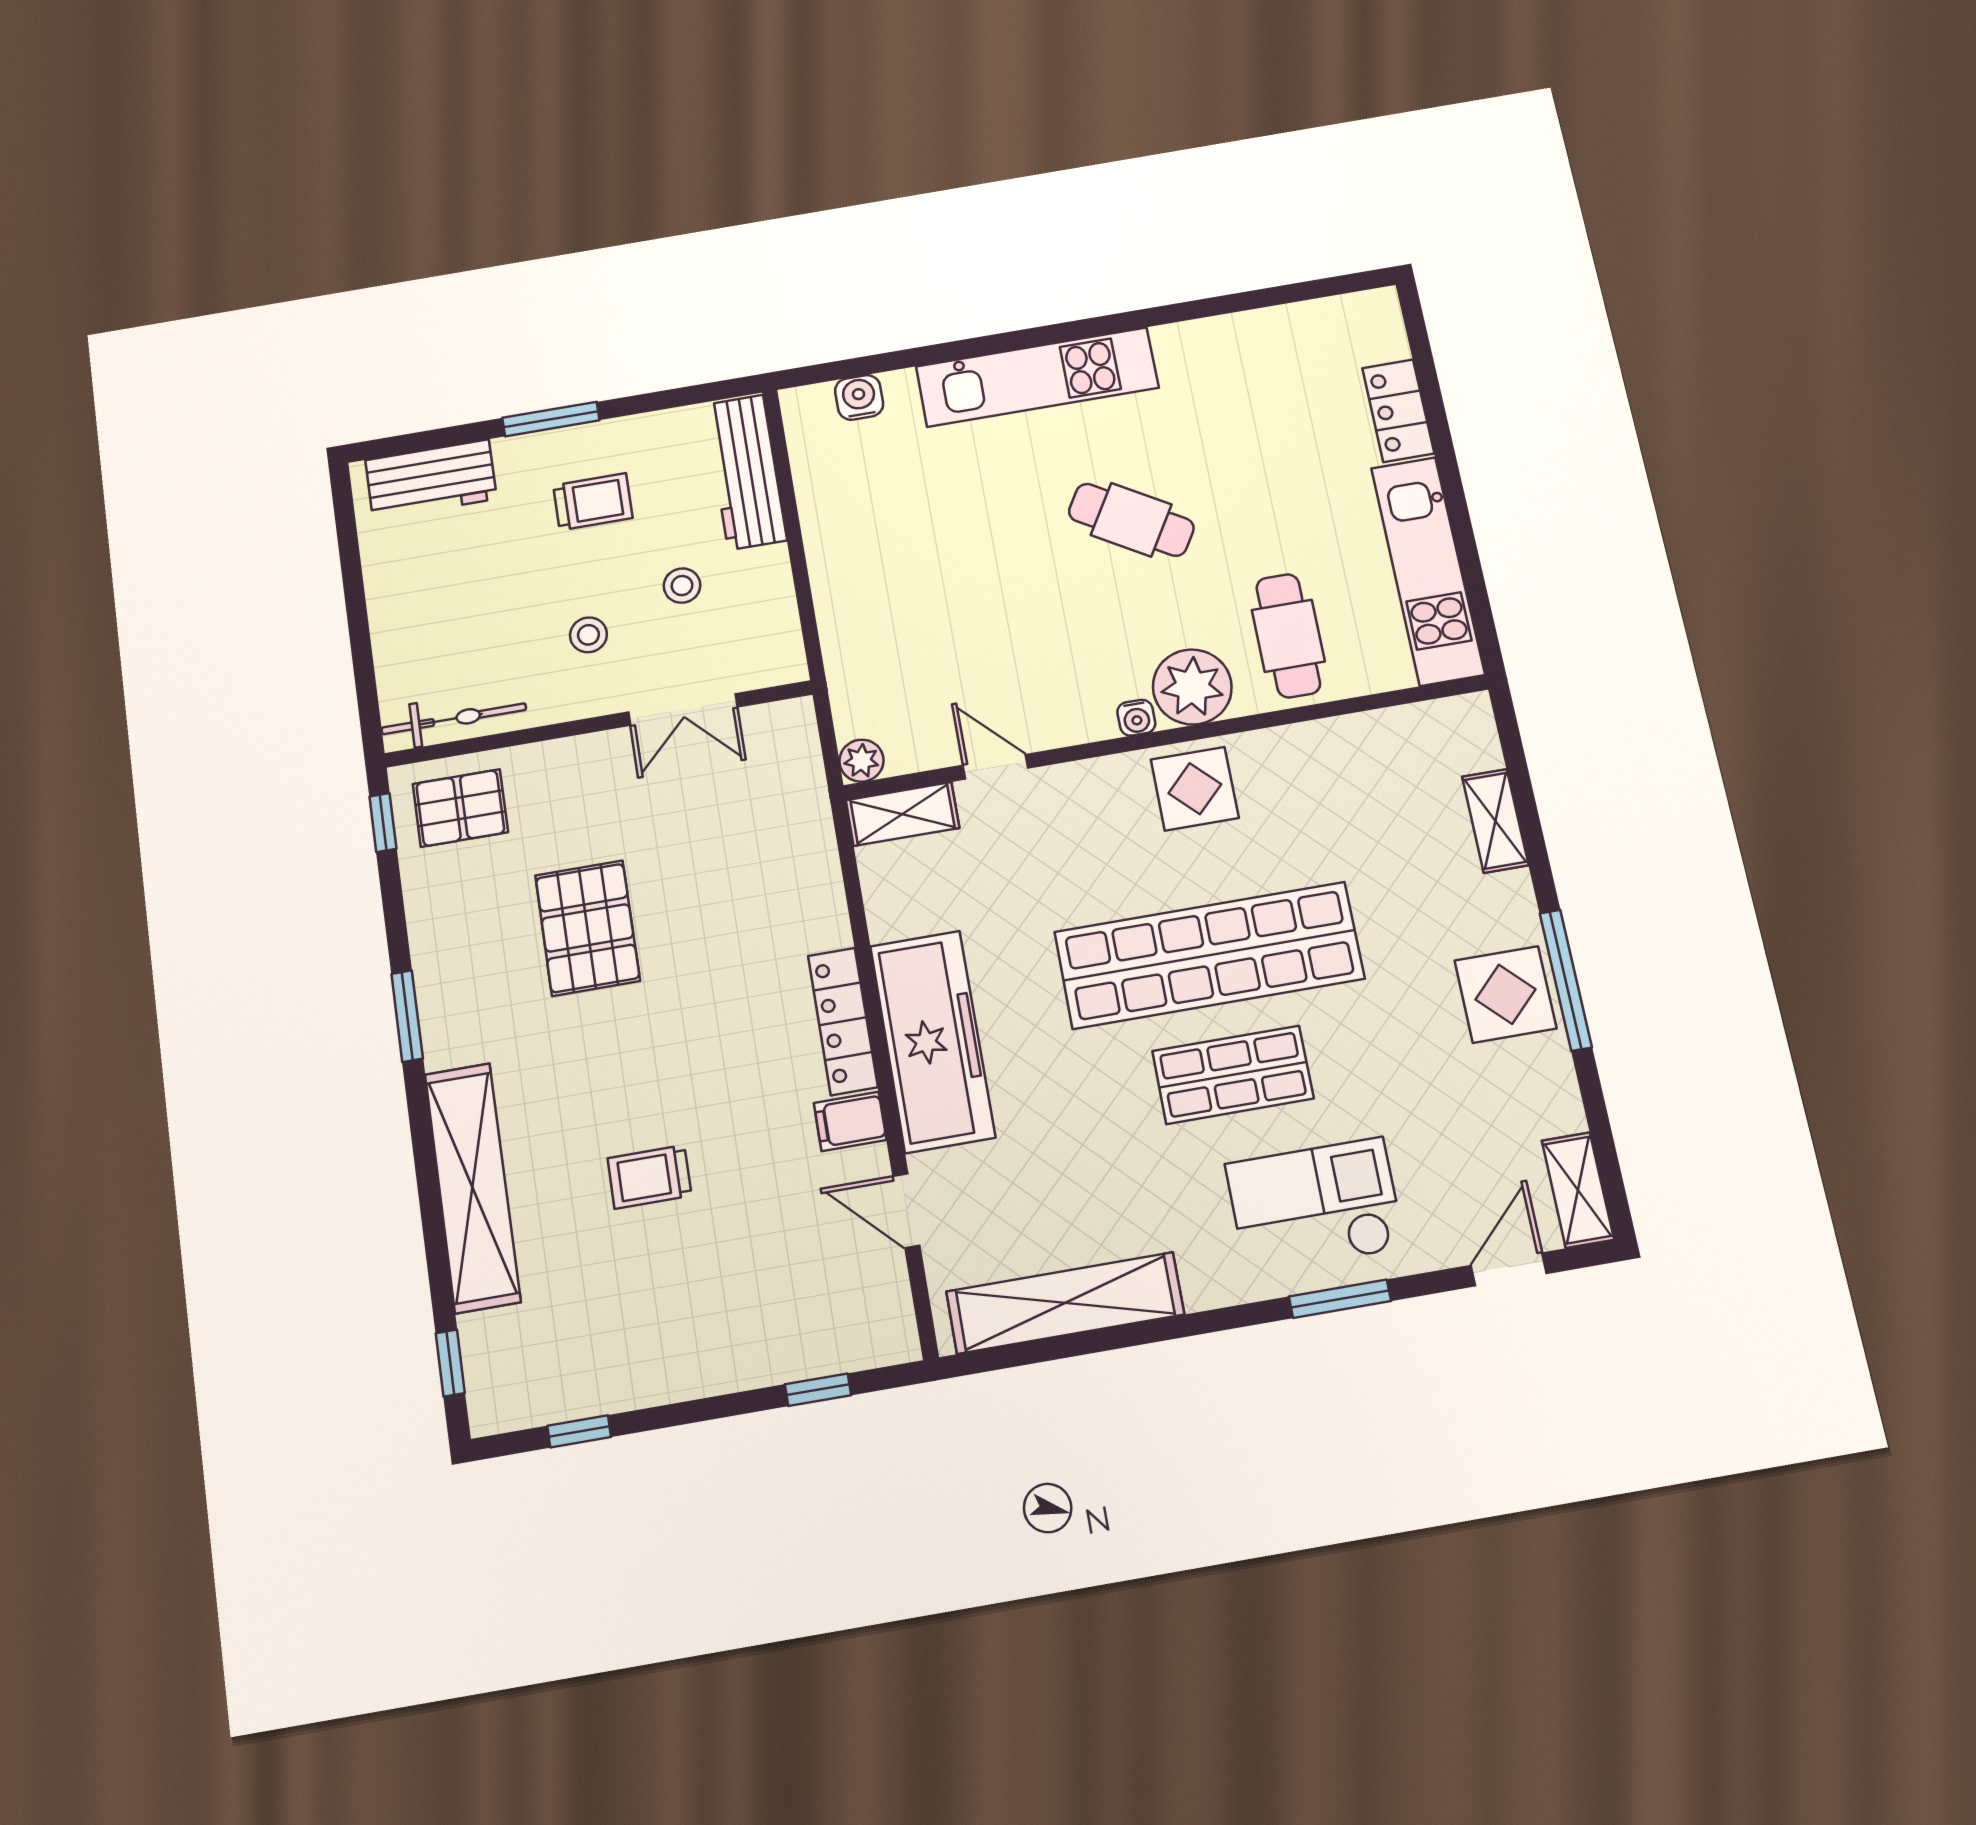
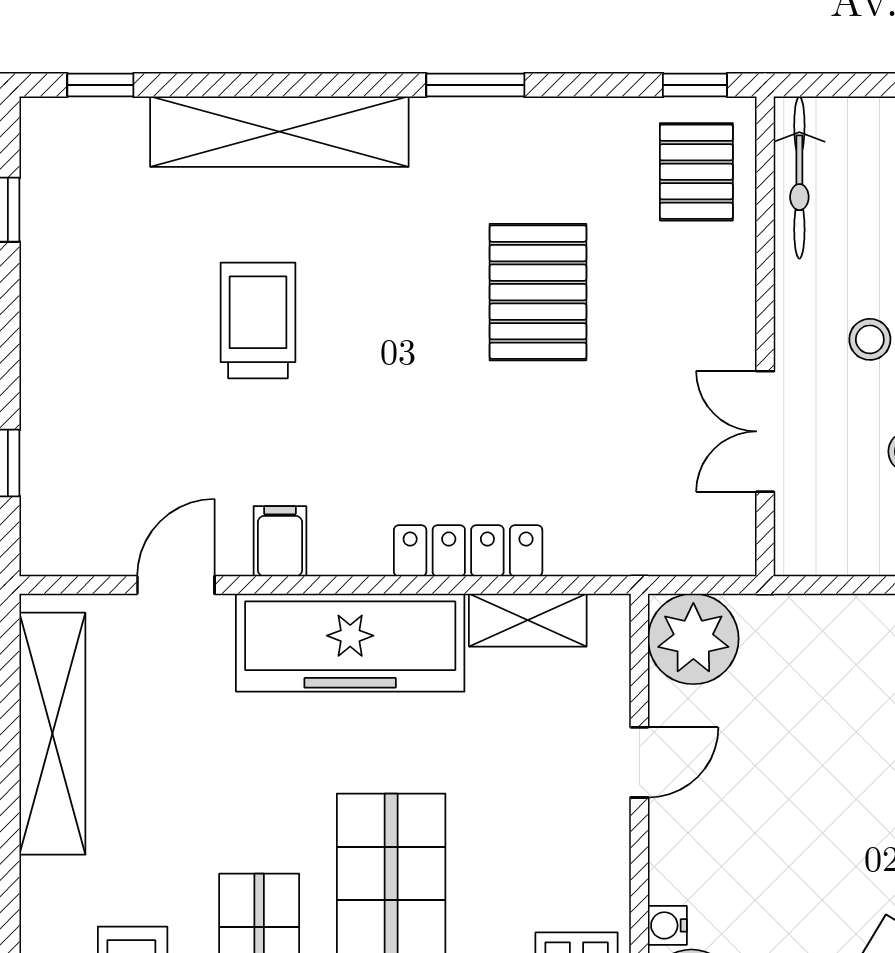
plant: (861, 761) -> (693, 639), width x1.88, depth x1.88
shelving: (903, 814) -> (528, 620), moved, turned 90
pallet: (587, 928) -> (538, 292), turned 90
locker: (843, 1021) -> (468, 551), moved
trolley: (650, 1177) -> (258, 320), width x1.36, depth x1.39

